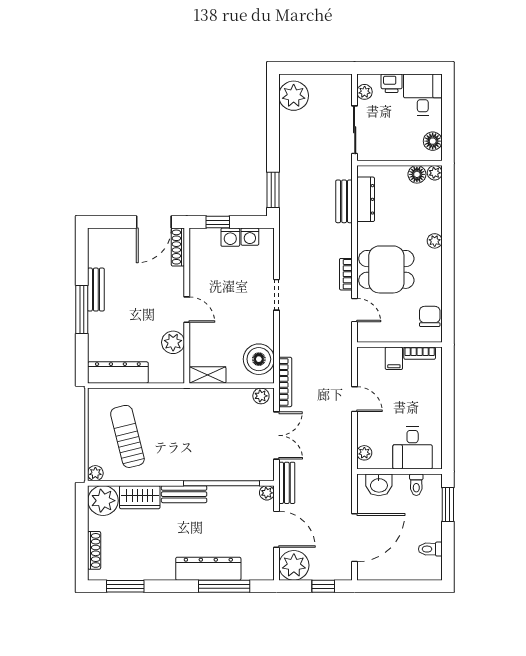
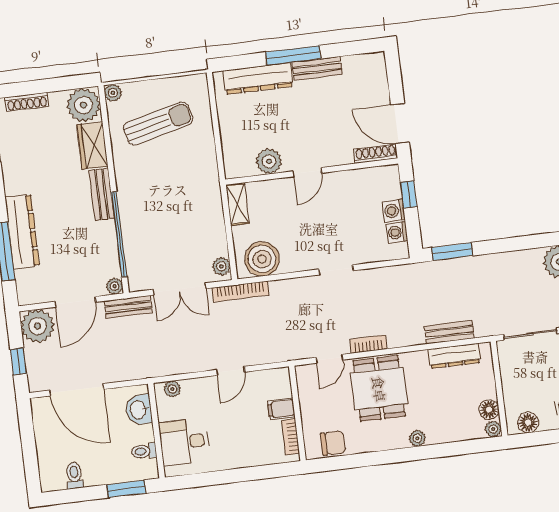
dresser: (118, 372) -> (258, 78), moved, turned 90

